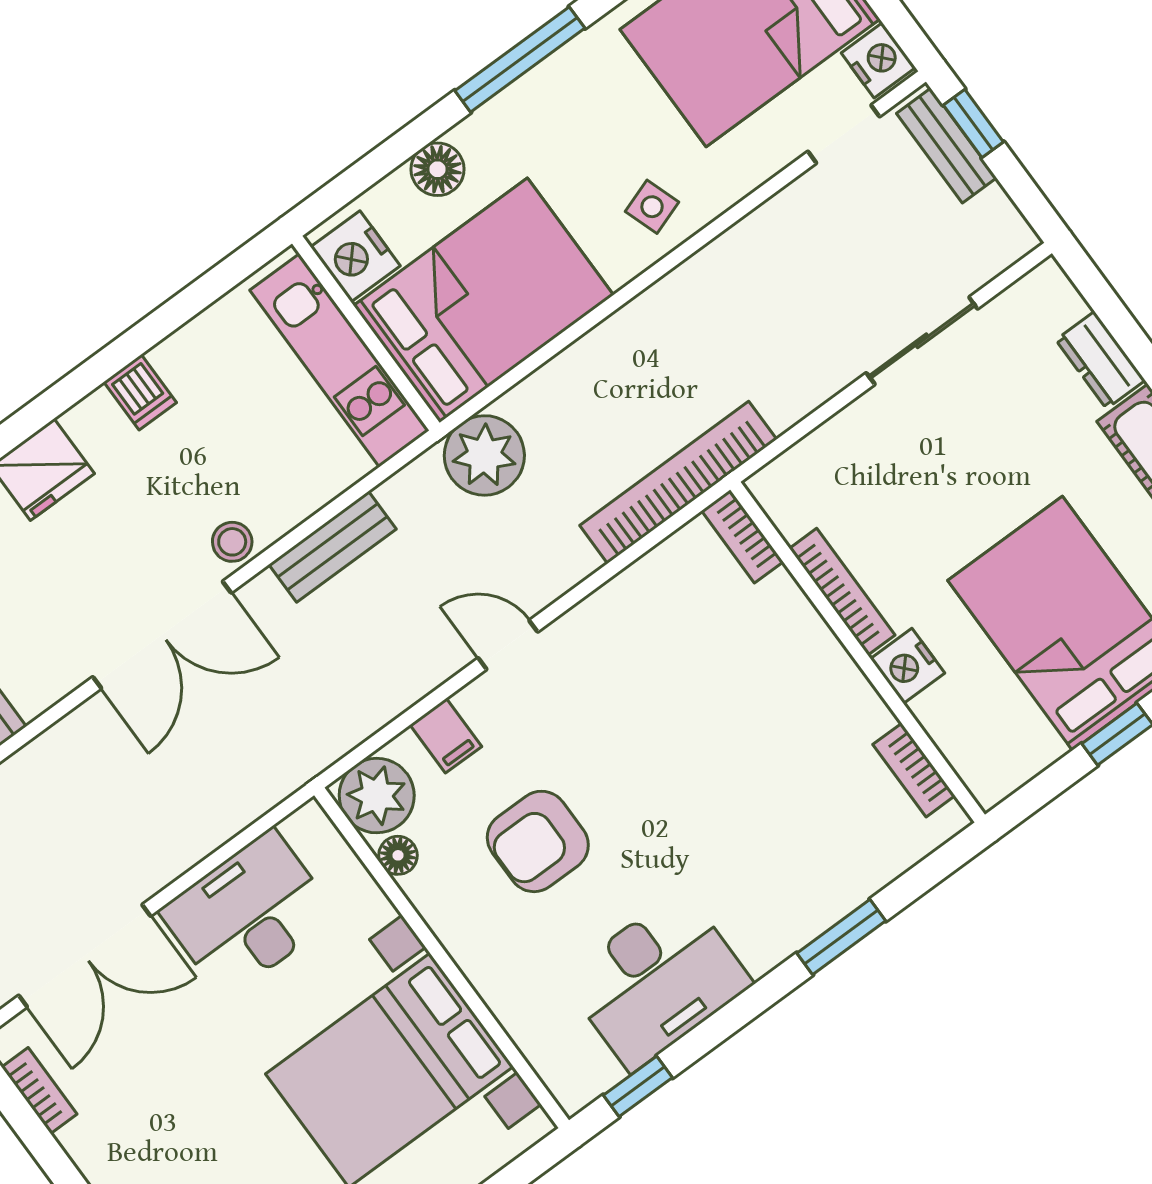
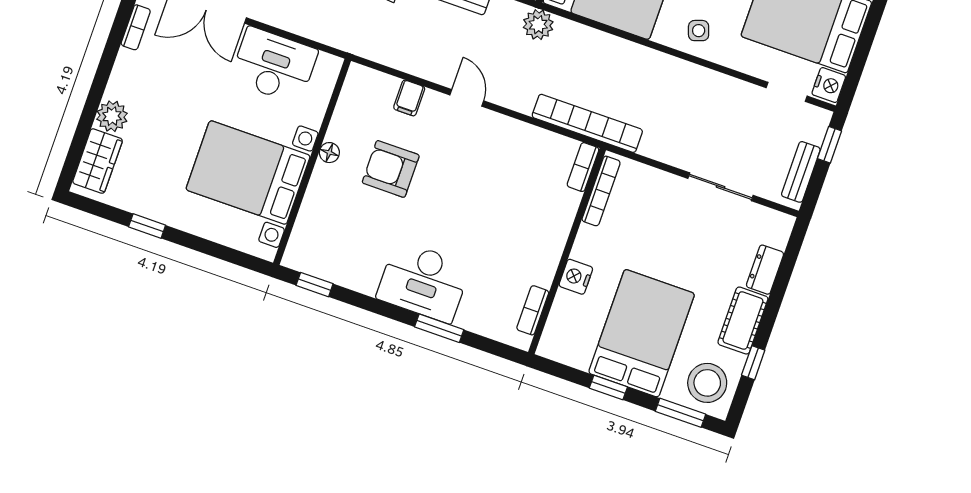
bench: (947, 146) -> (801, 172), moved
plant: (484, 455) -> (538, 25), width x0.73, depth x0.73
bookcase: (842, 592) -> (601, 191), moved
plant: (377, 796) -> (363, 86), removed
floor lamp: (398, 855) -> (329, 153), moved
desk: (657, 980) -> (423, 282), moved

